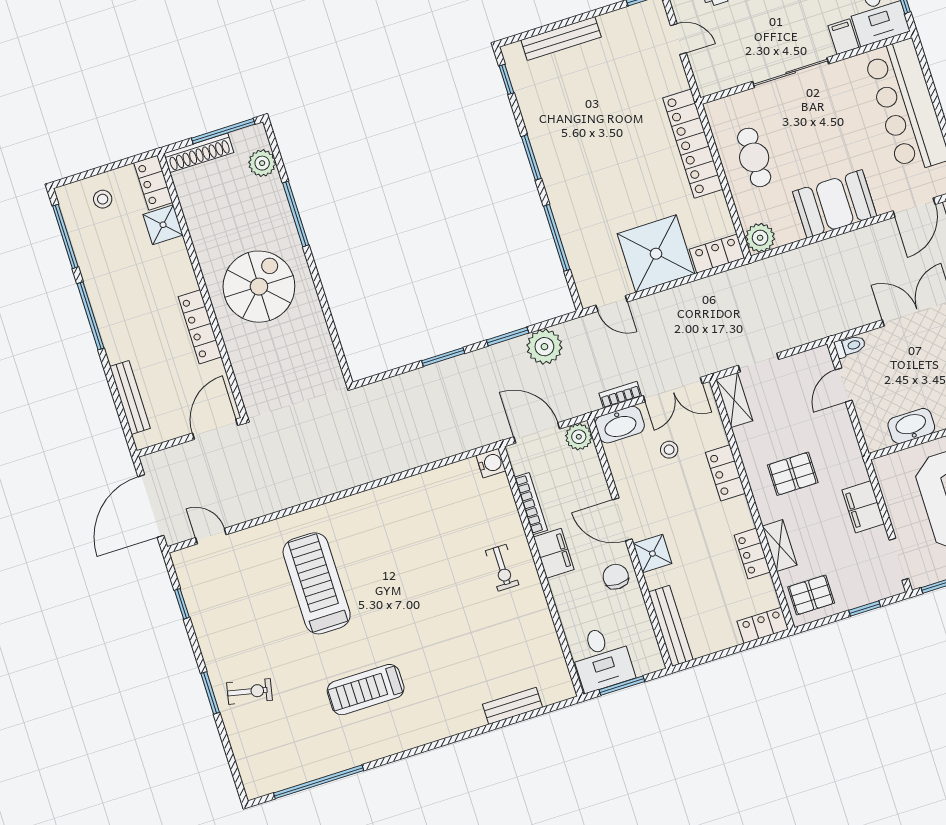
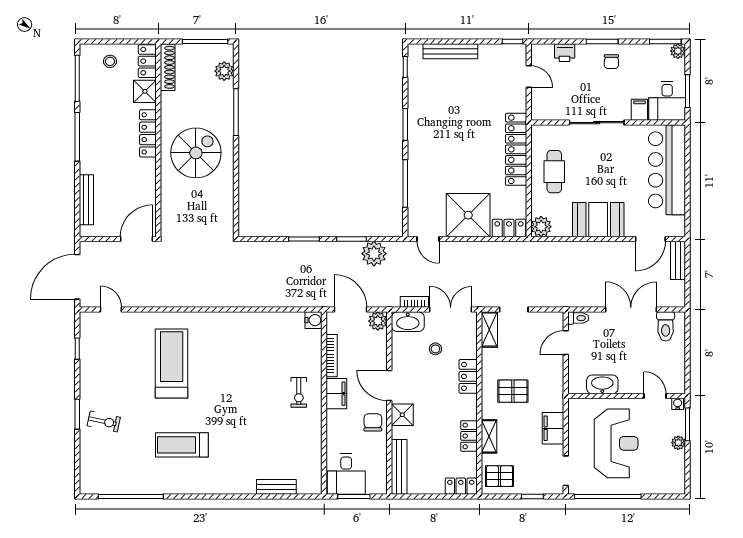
shoe rack: (199, 153) -> (168, 67), moved, turned -90
locker: (200, 327) -> (148, 133), moved
double door: (673, 390) -> (451, 310), swing flipped

